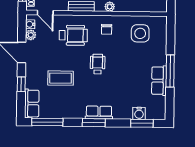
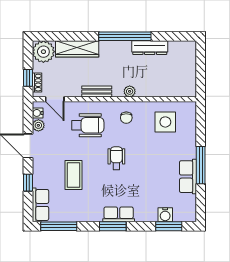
coffee table: (61, 78) -> (74, 175), turned 90

